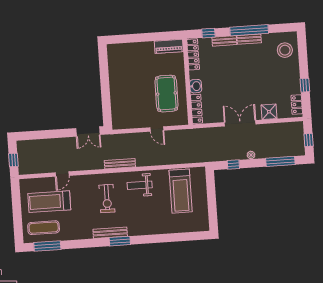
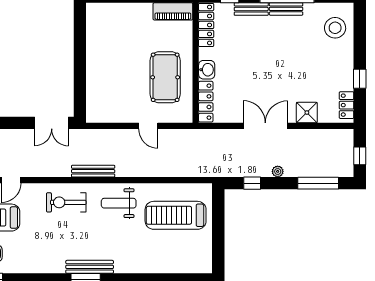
treadmill: (181, 191) -> (176, 215), turned 90
exercise bike: (107, 199) -> (66, 202), moved, turned 90
bench: (110, 233) -> (90, 267), moved

